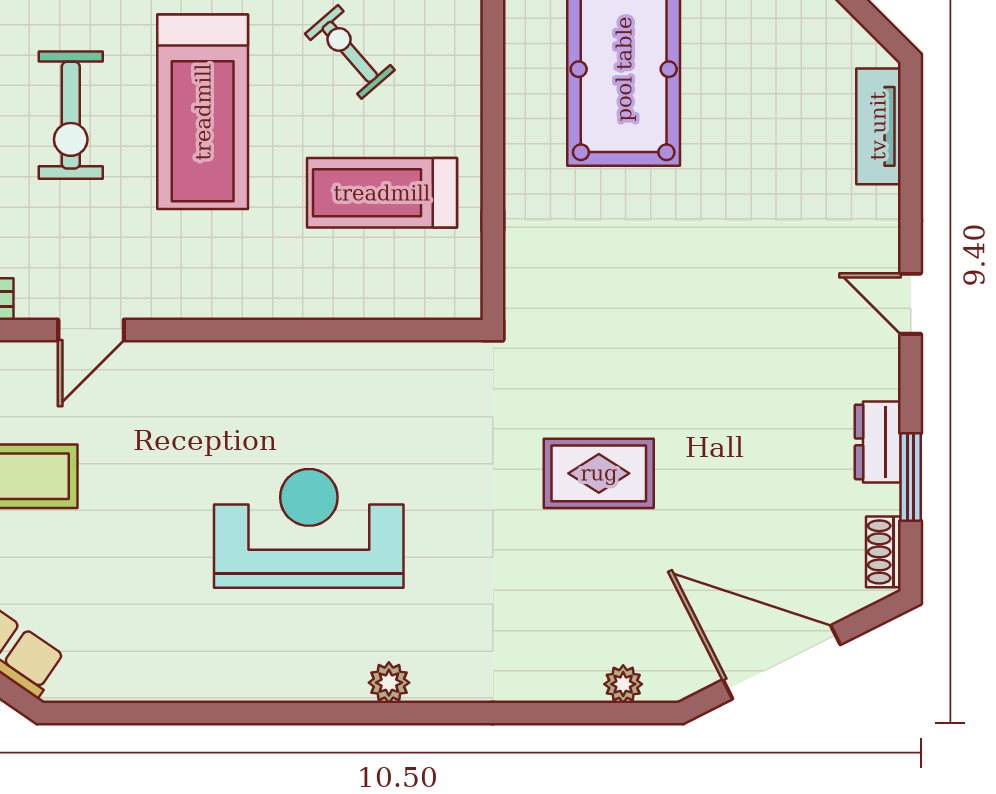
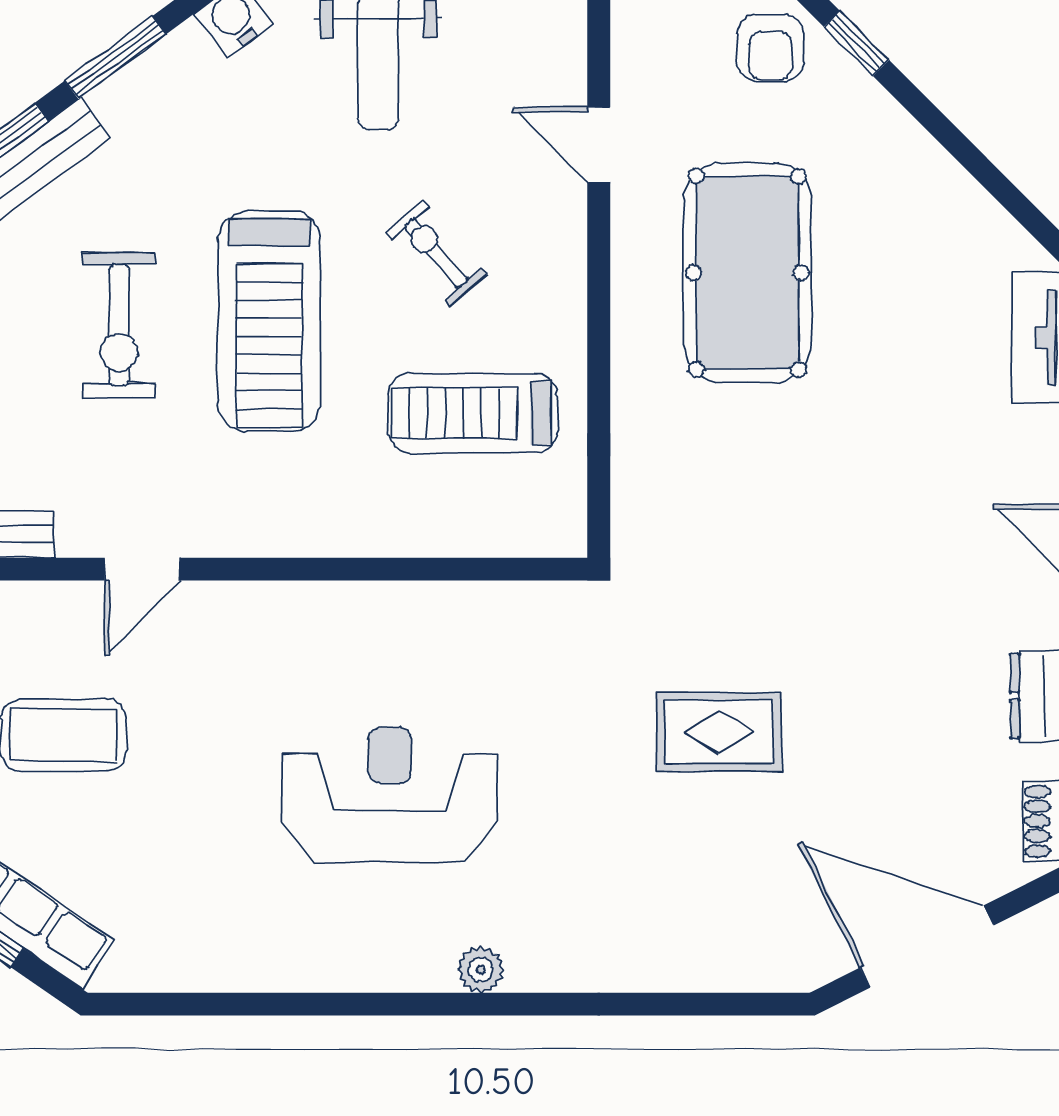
plant: (623, 684) -> (747, 971), removed

